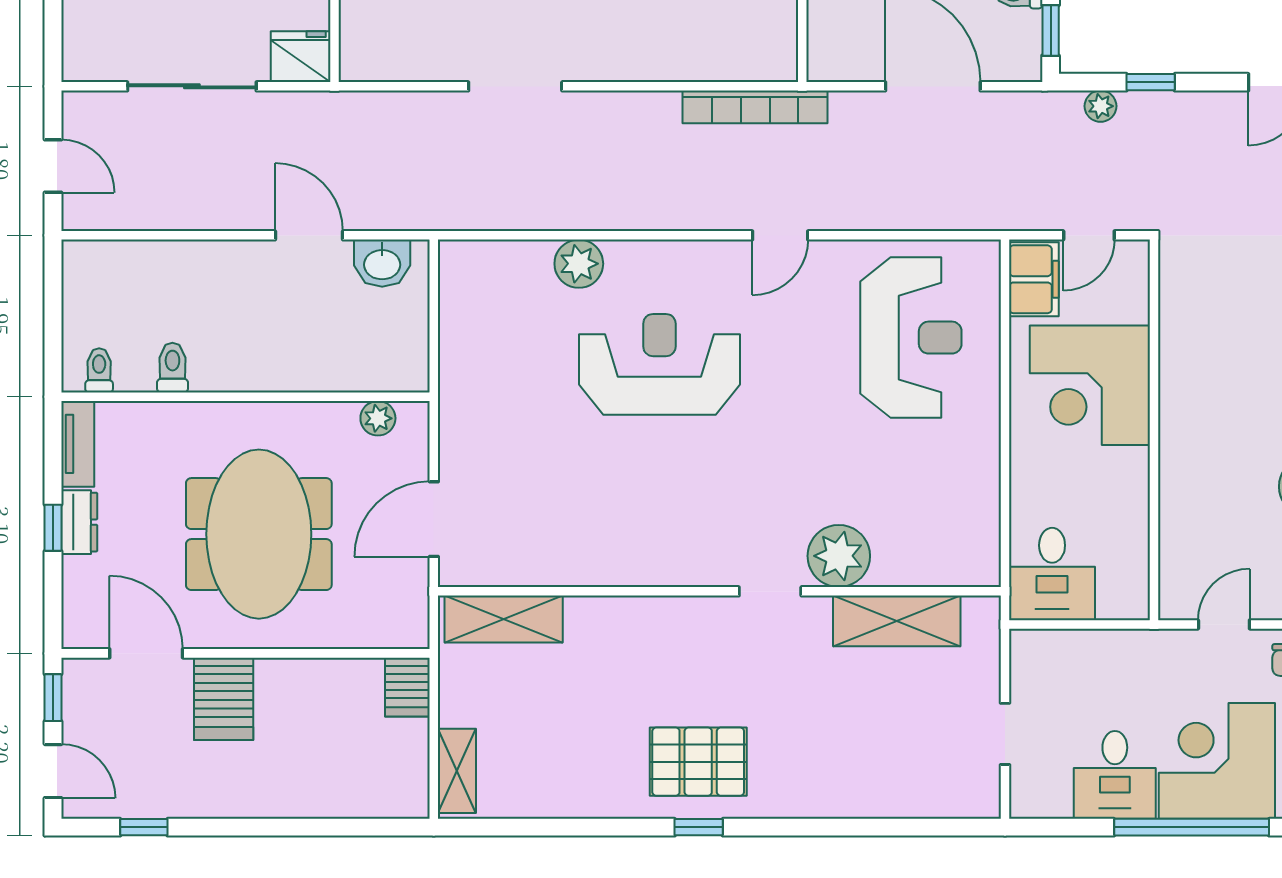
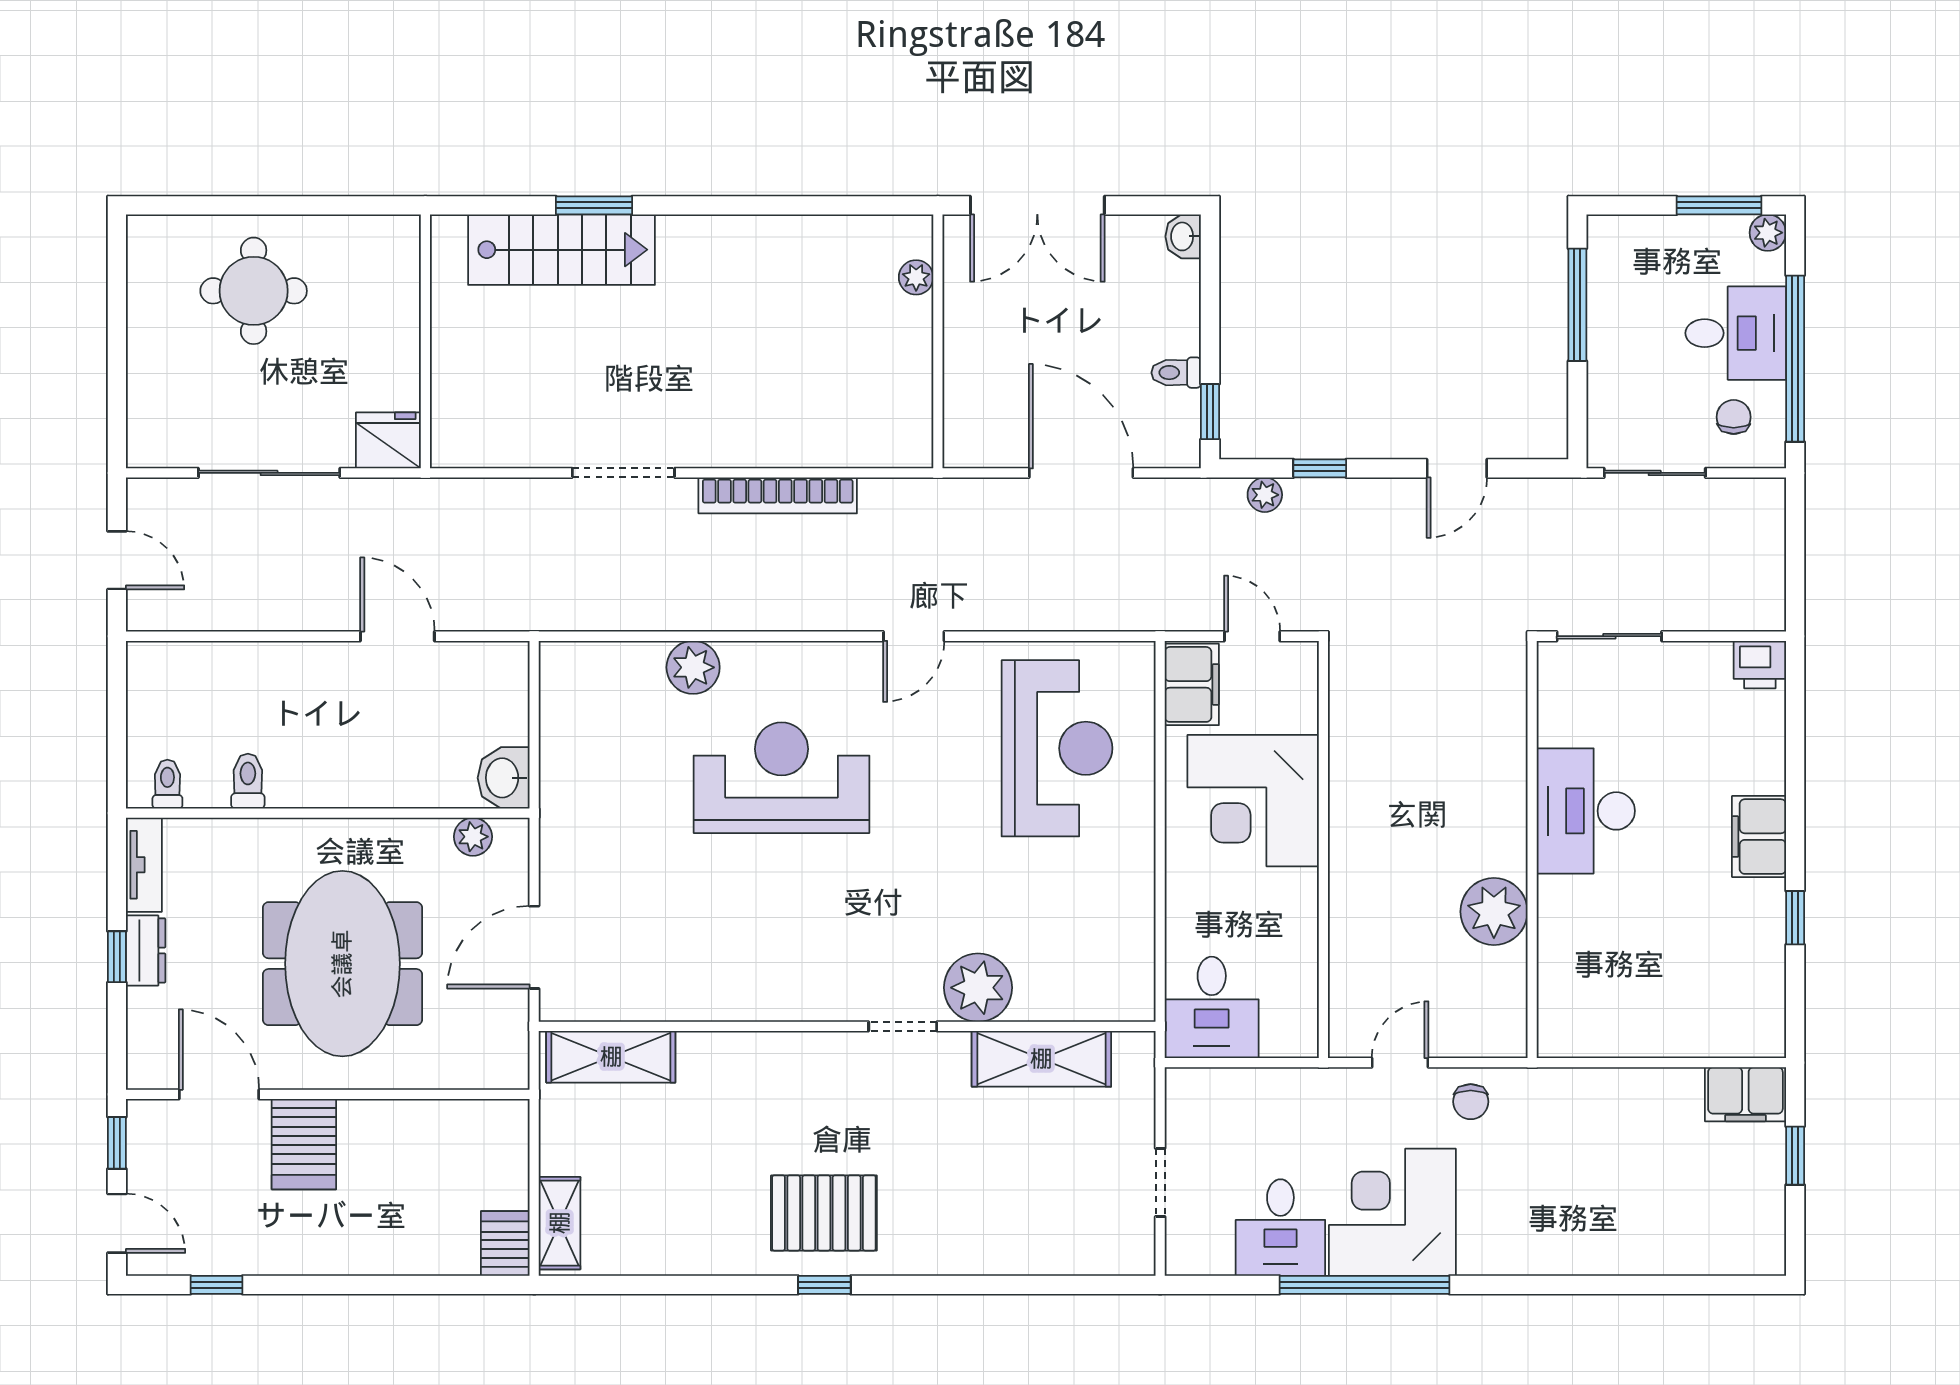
bookcase: (755, 107) -> (778, 495), moved
door: (1089, 235) -> (1252, 636), swing flipped
washbasin: (382, 263) -> (504, 778), moved, turned 90
server rack: (407, 687) -> (505, 1243), moved, turned 180

